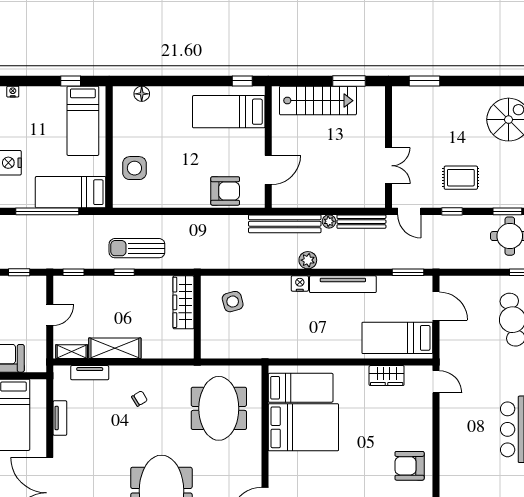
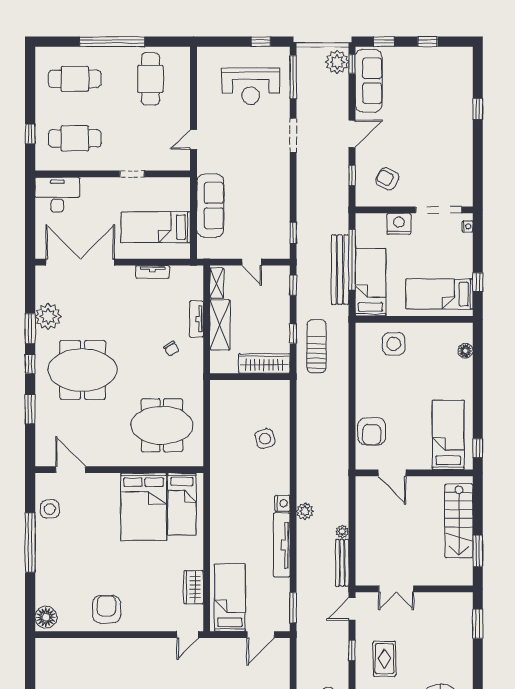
bench: (285, 224) -> (340, 270), moved
wardrobe: (184, 302) -> (264, 363), moved
wall: (197, 317) -> (250, 377), moved
tv unit: (90, 373) -> (196, 319), moved

